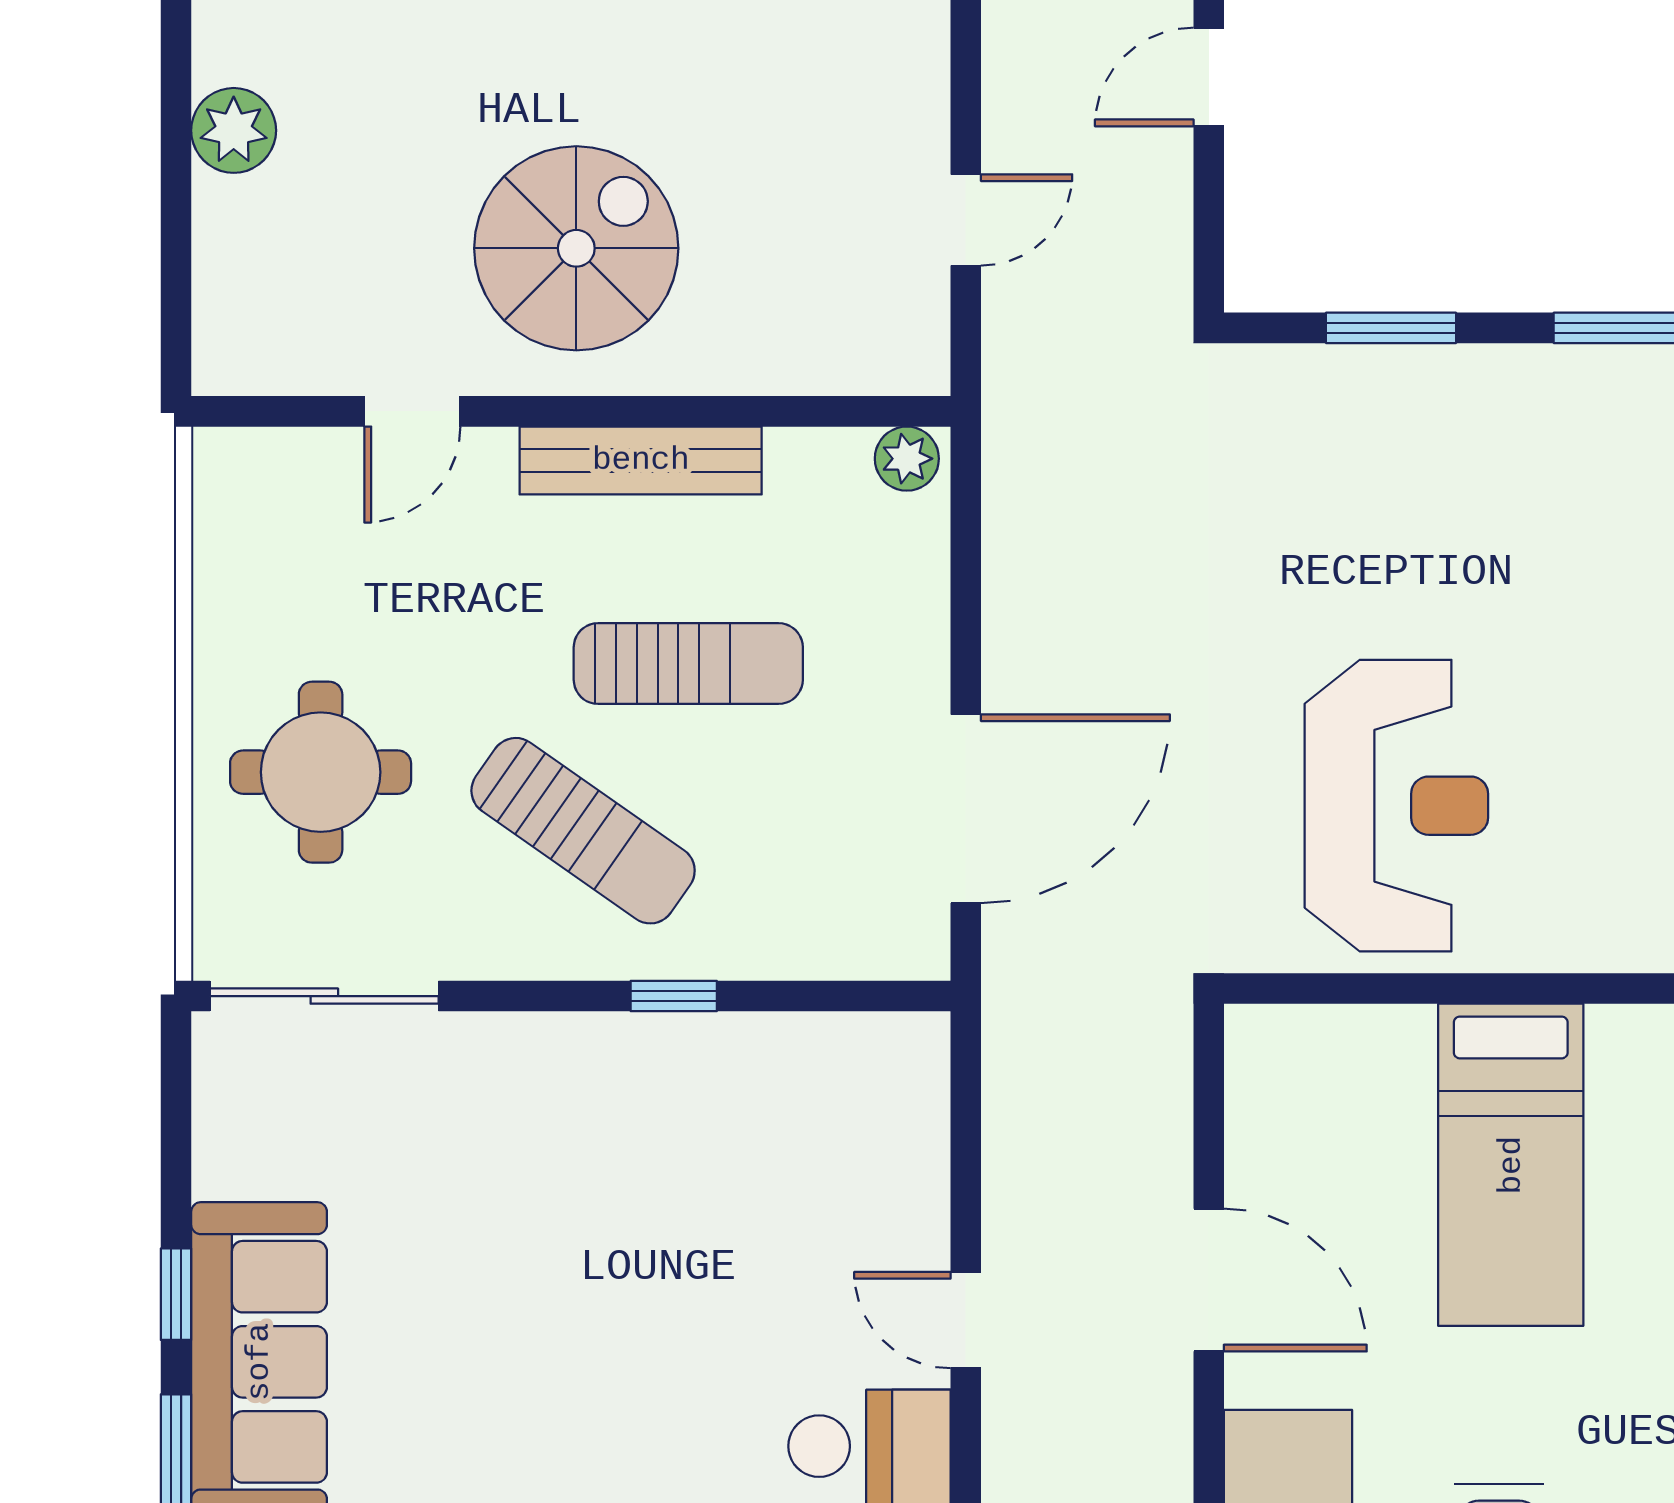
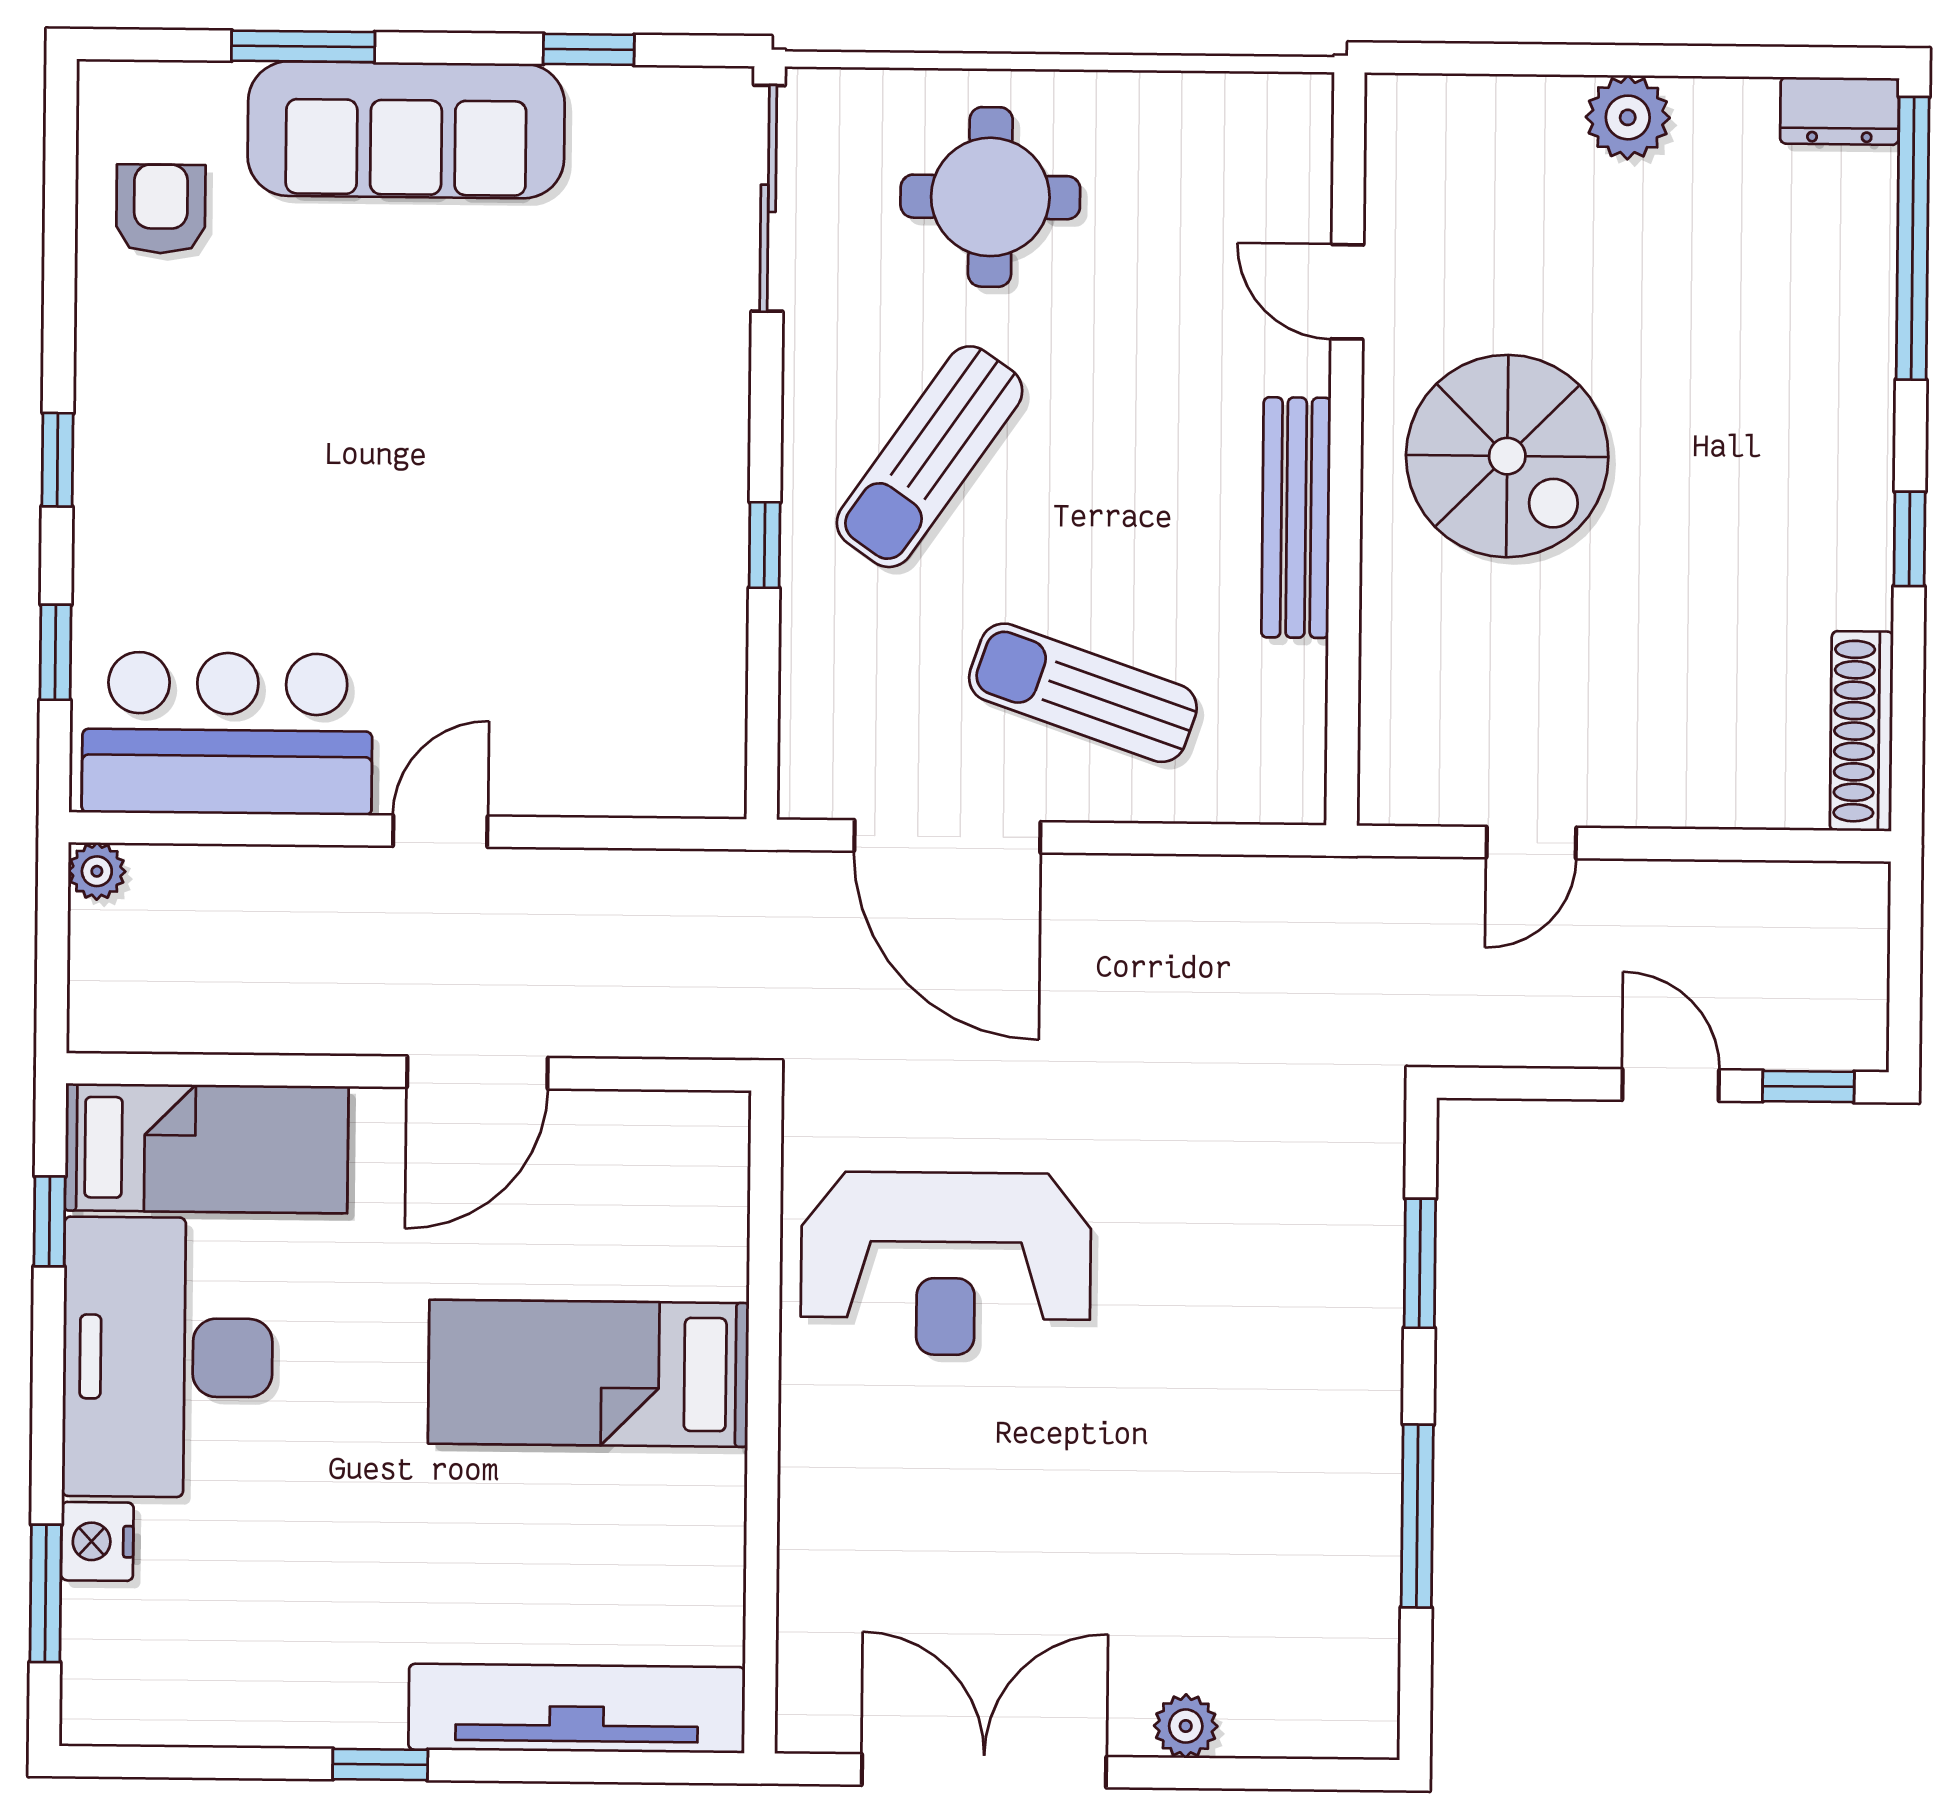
door: (966, 220) -> (1531, 843), hinge flipped
plant: (907, 459) -> (1295, 782), removed
sun lounger: (688, 664) -> (1083, 693), moved, turned 109
window: (176, 1294) -> (589, 49), moved

